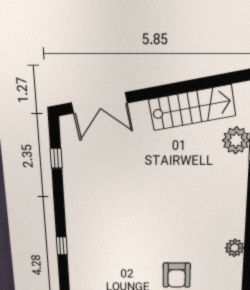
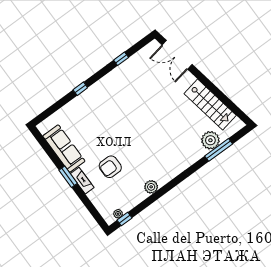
window: (56, 158) -> (121, 59), moved

